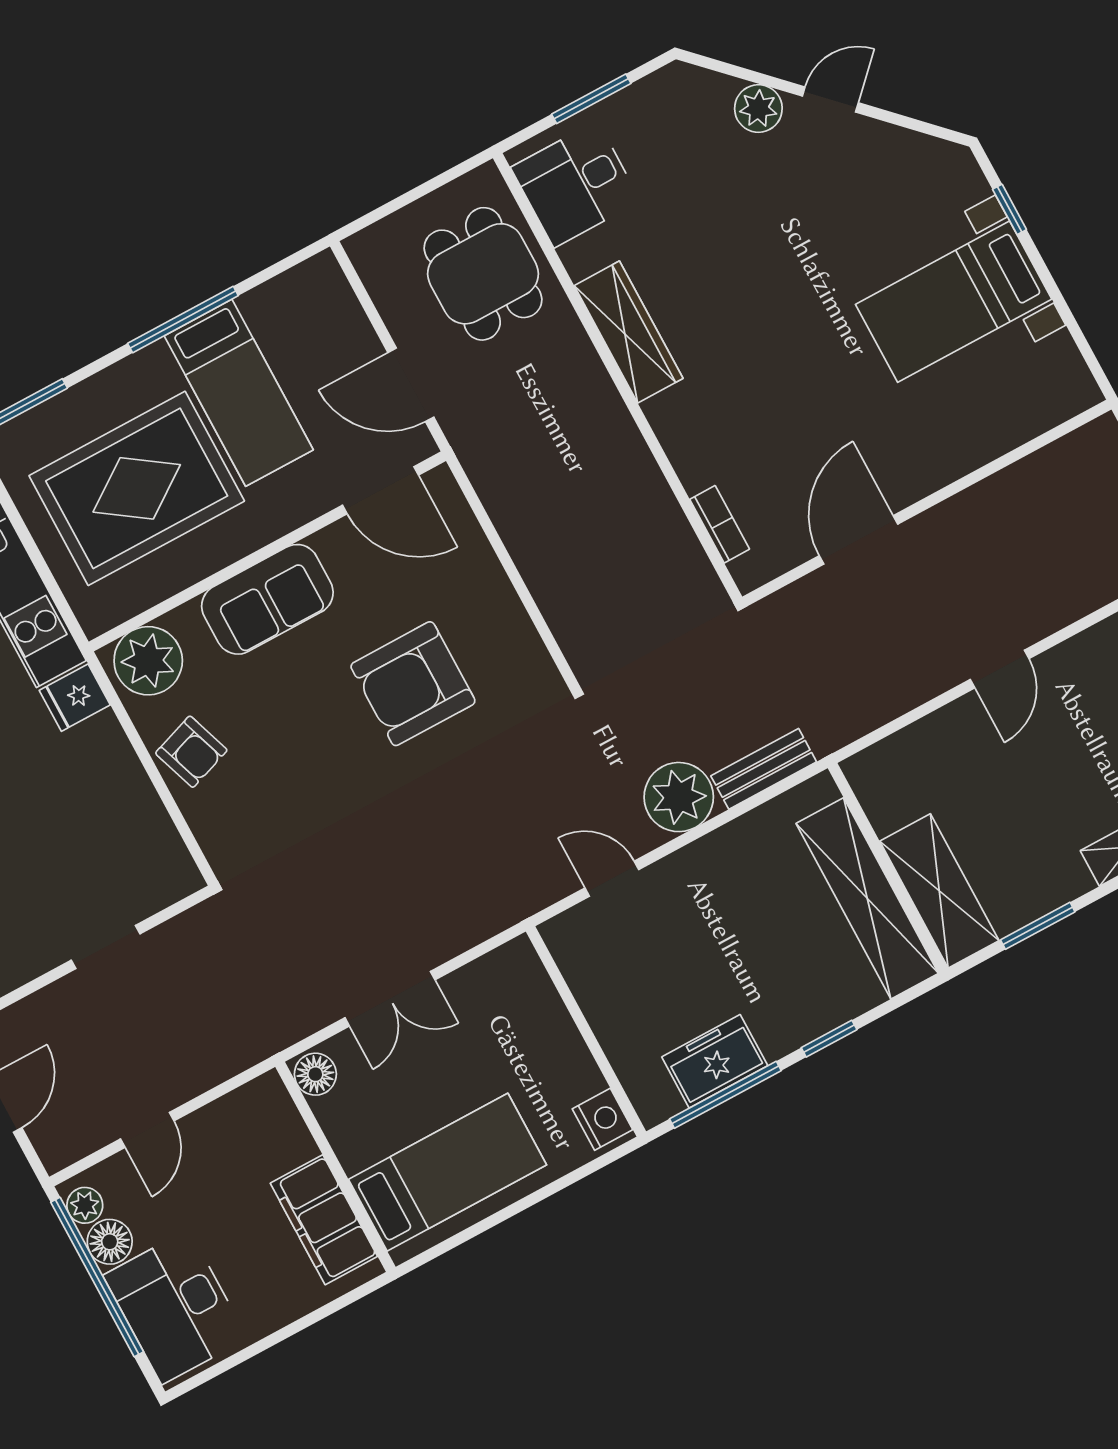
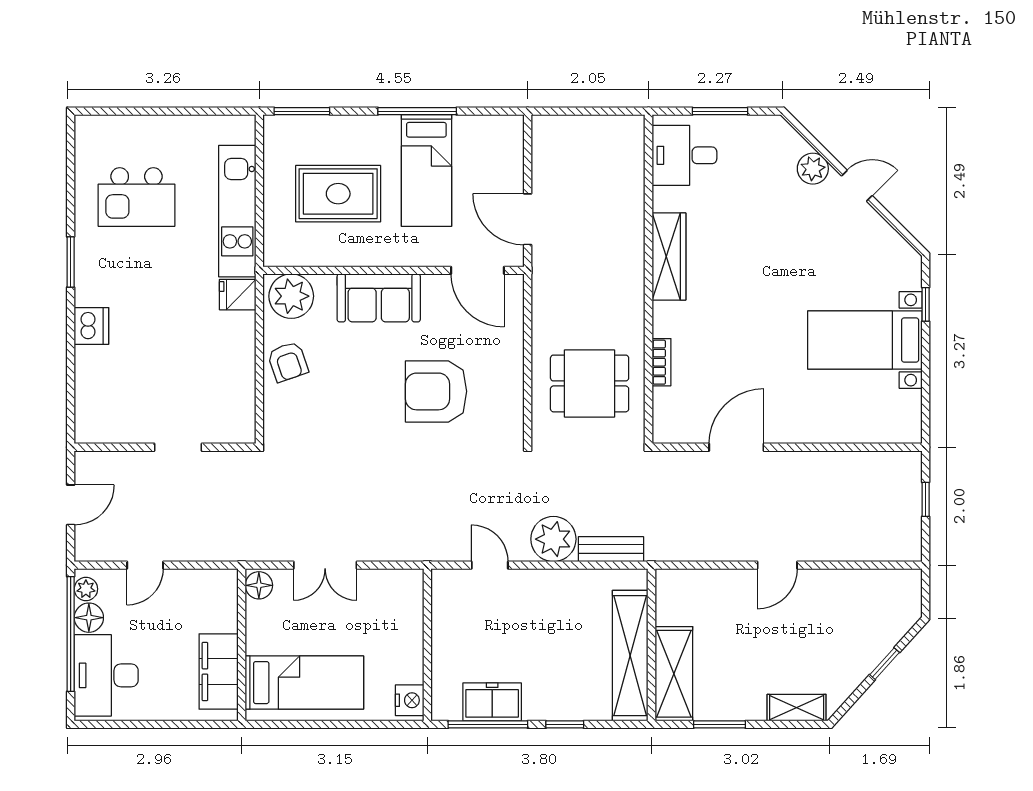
dining table: (483, 274) -> (590, 383), moved, turned 90
rug: (137, 488) -> (338, 194), width x0.73, depth x0.69
bookcase: (720, 524) -> (662, 362), moved

